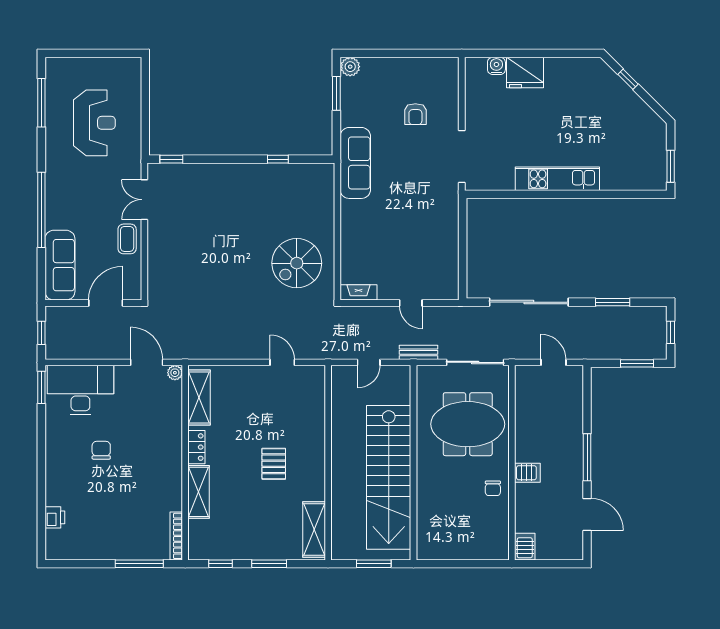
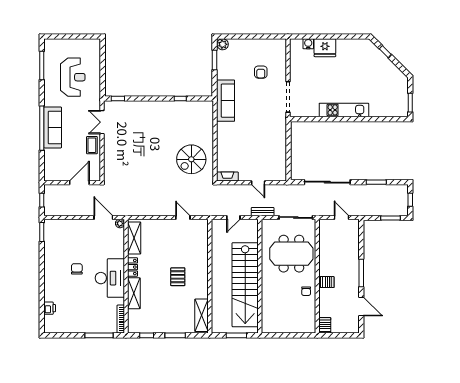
sofa: (60, 265) -> (53, 127), moved
desk: (80, 390) -> (110, 278), moved, turned 90

